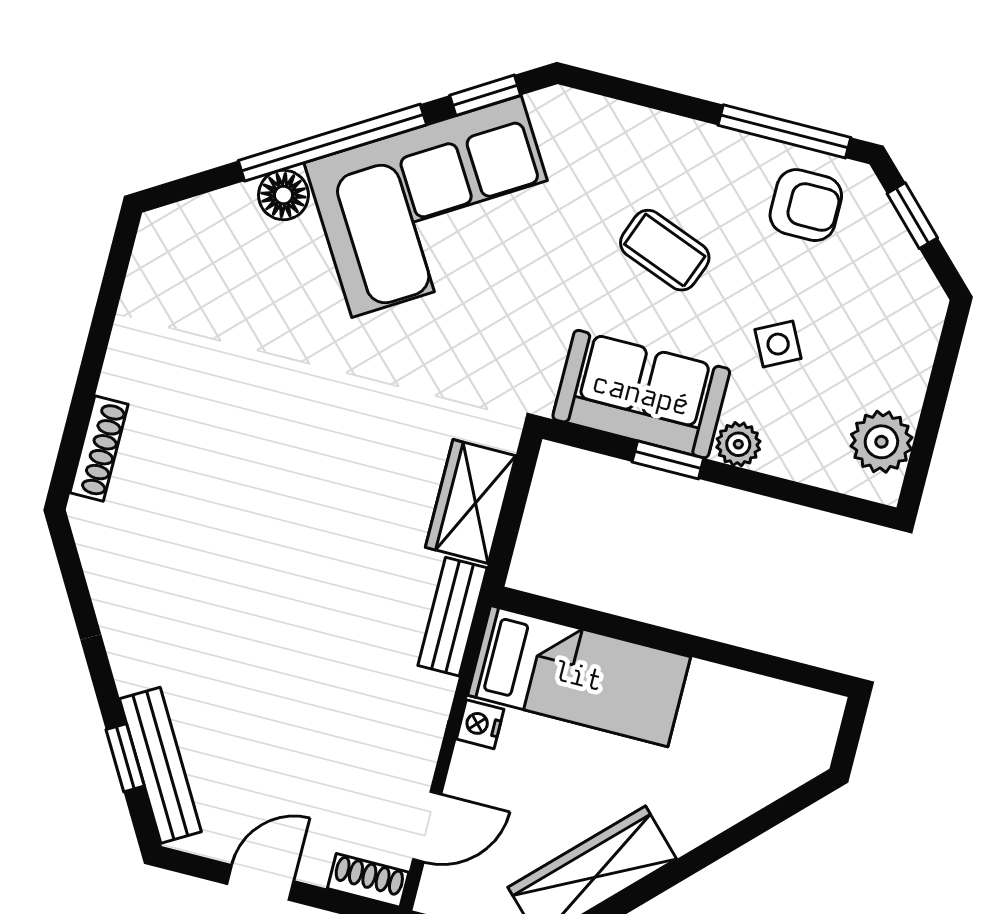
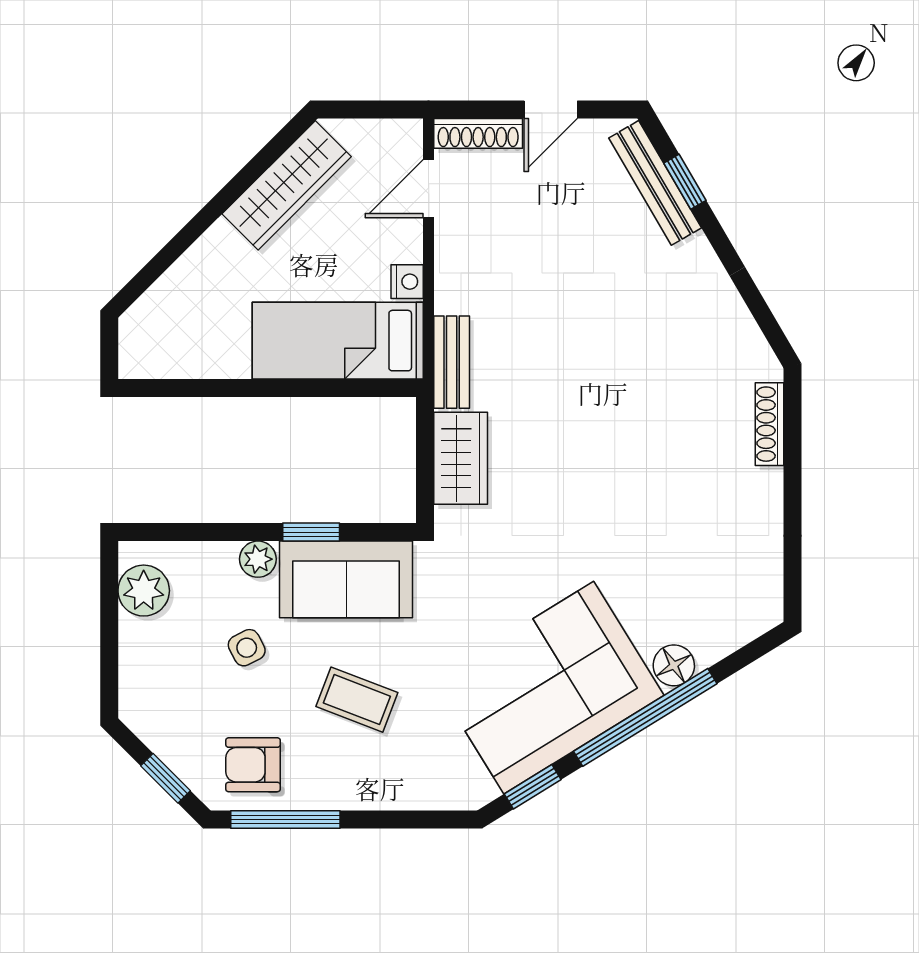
shoe rack: (368, 880) -> (478, 133), width x1.43

